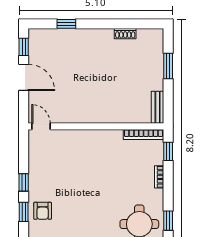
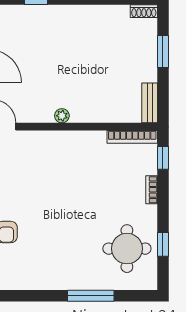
shoe rack: (125, 34) -> (144, 11), moved
plant: (87, 118) -> (62, 116), added

